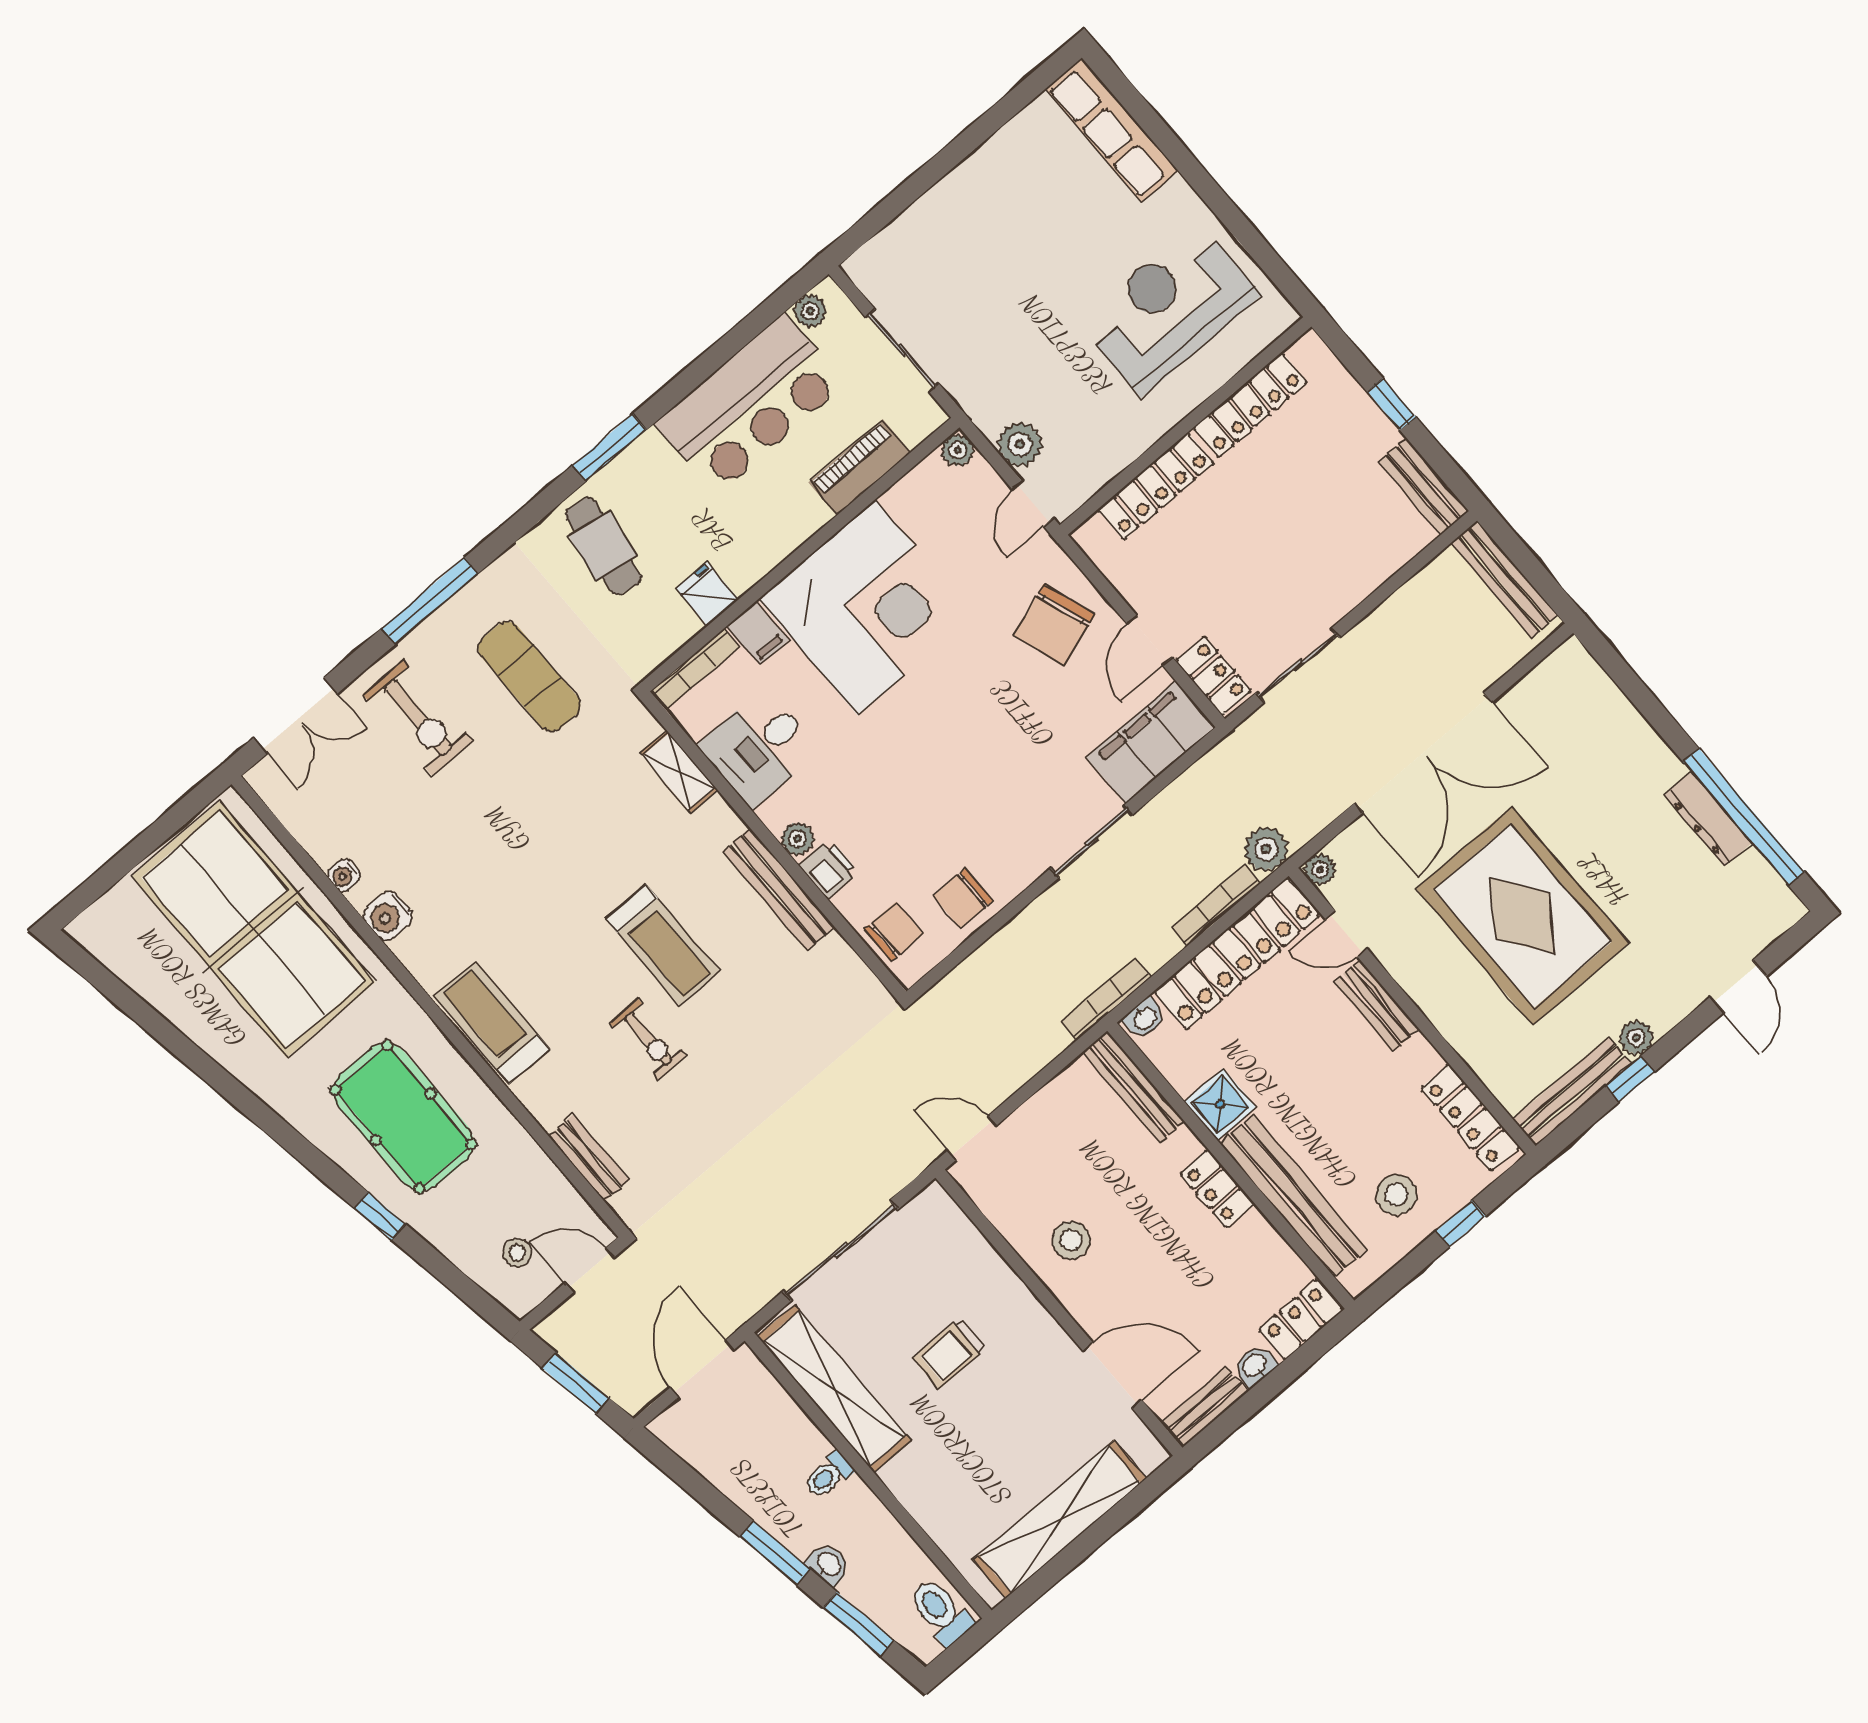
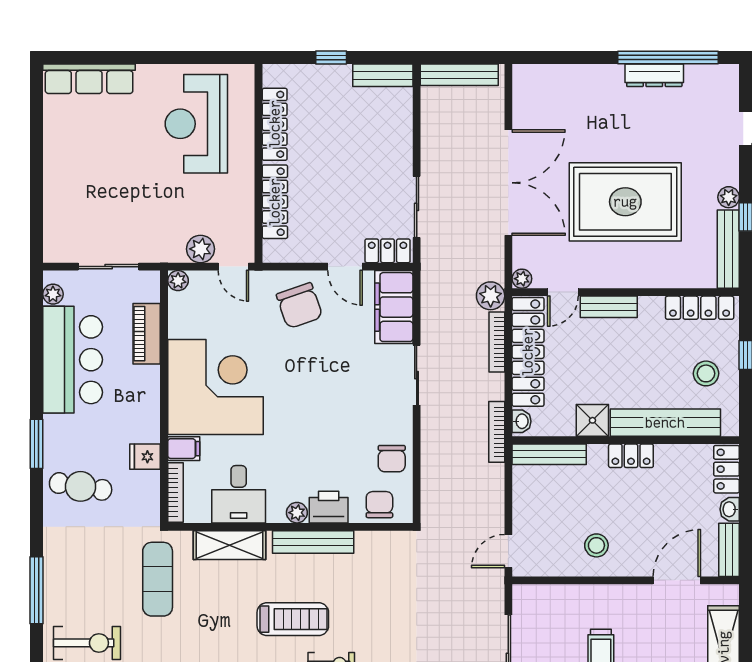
exercise mat: (529, 677) -> (158, 579), moved, turned 90
shelving: (679, 772) -> (229, 545), width x1.50, depth x1.33
printer: (829, 869) -> (329, 507), width x1.36, depth x1.24

